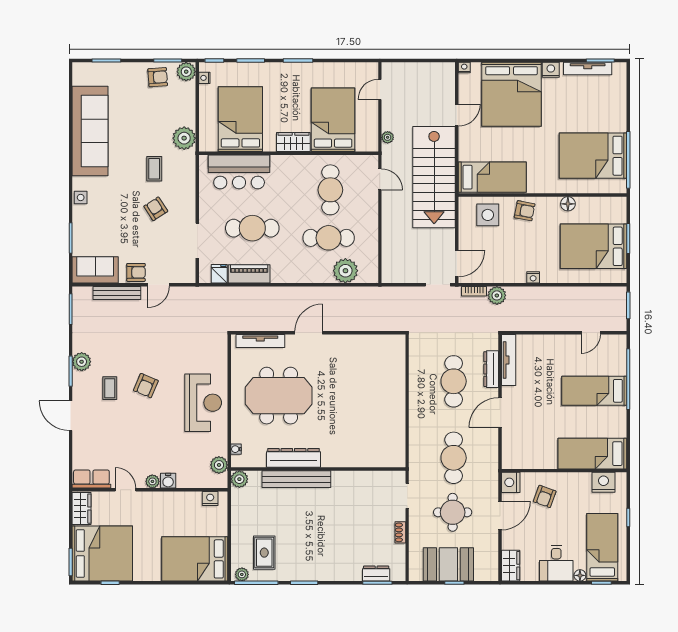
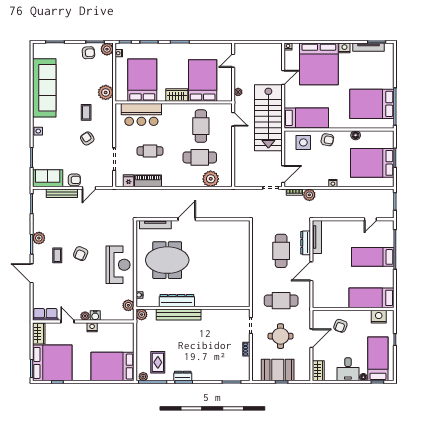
cafe table: (252, 228) -> (150, 151), width x0.73, depth x0.74
cafe table: (454, 458) -> (281, 301), turned 90
nightstand: (511, 482) -> (318, 317), removed
nightstand: (210, 499) -> (92, 327), moved
dresser: (376, 574) -> (183, 376), moved

